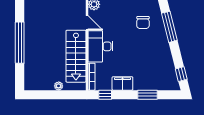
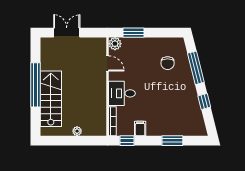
desk: (100, 46) -> (122, 93), width x0.73
stairs: (76, 56) -> (51, 99), moved, turned 180
window: (181, 74) -> (204, 101), moved
filing cabinet: (122, 83) -> (140, 129), width x0.50

